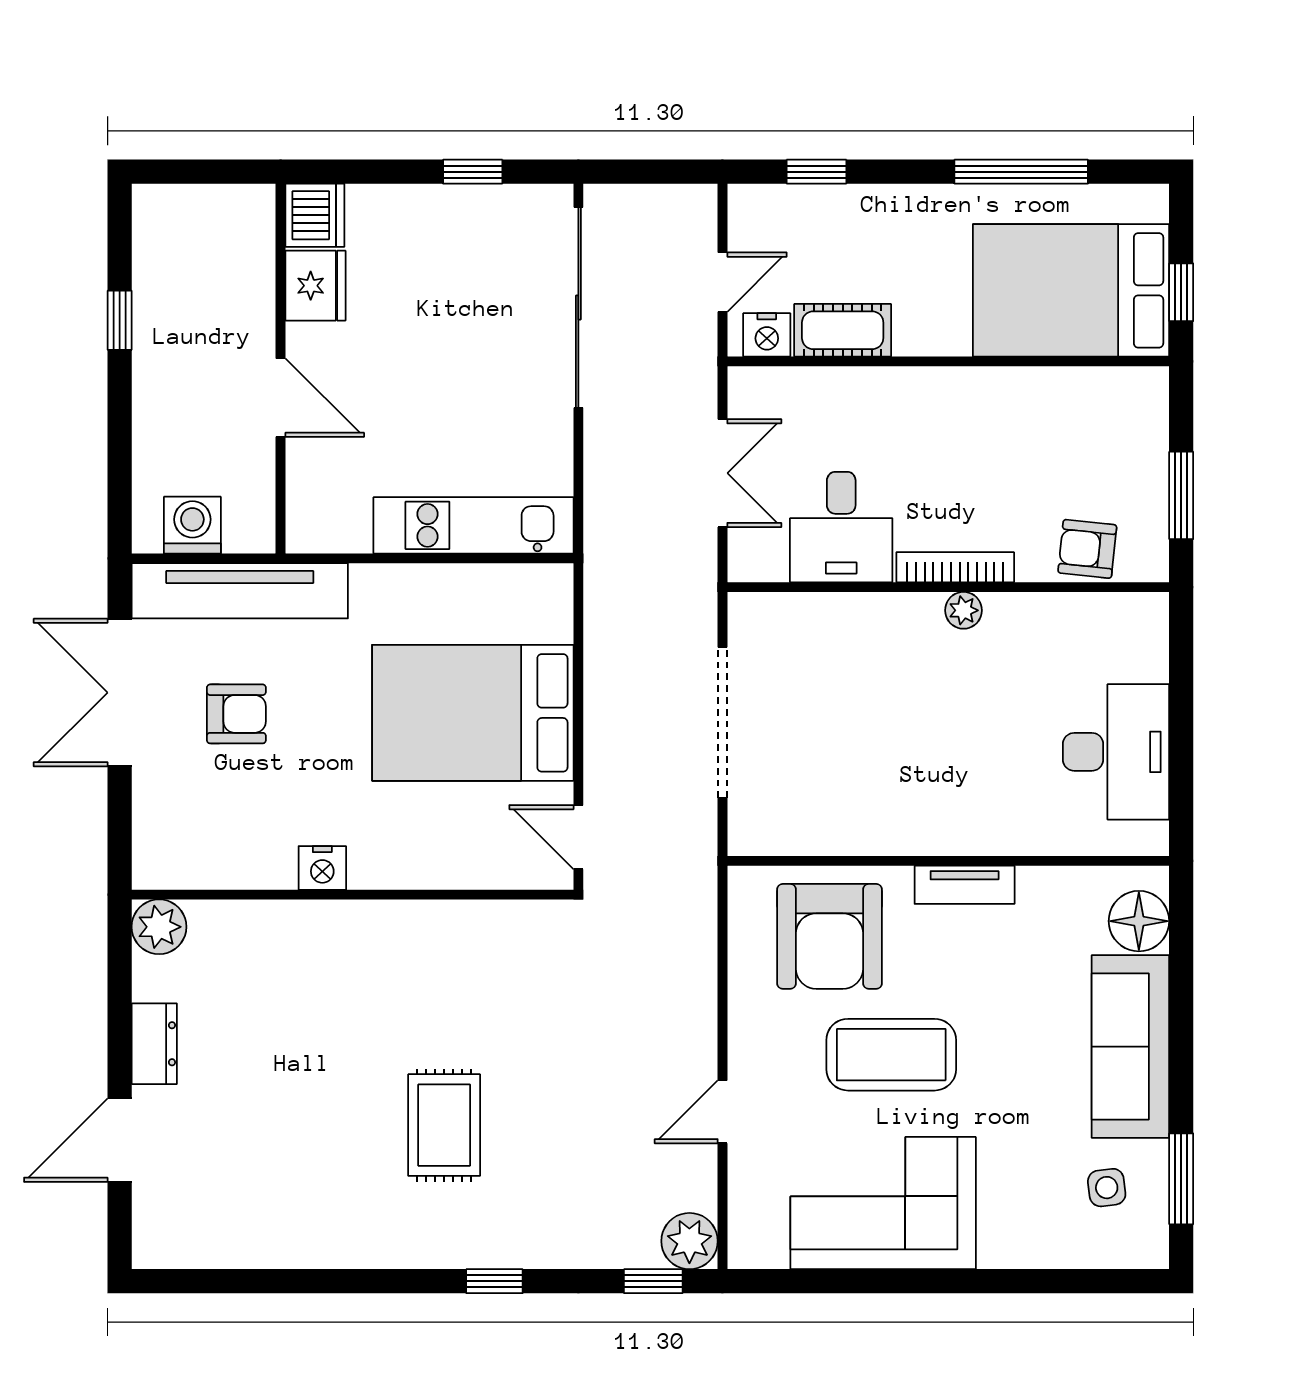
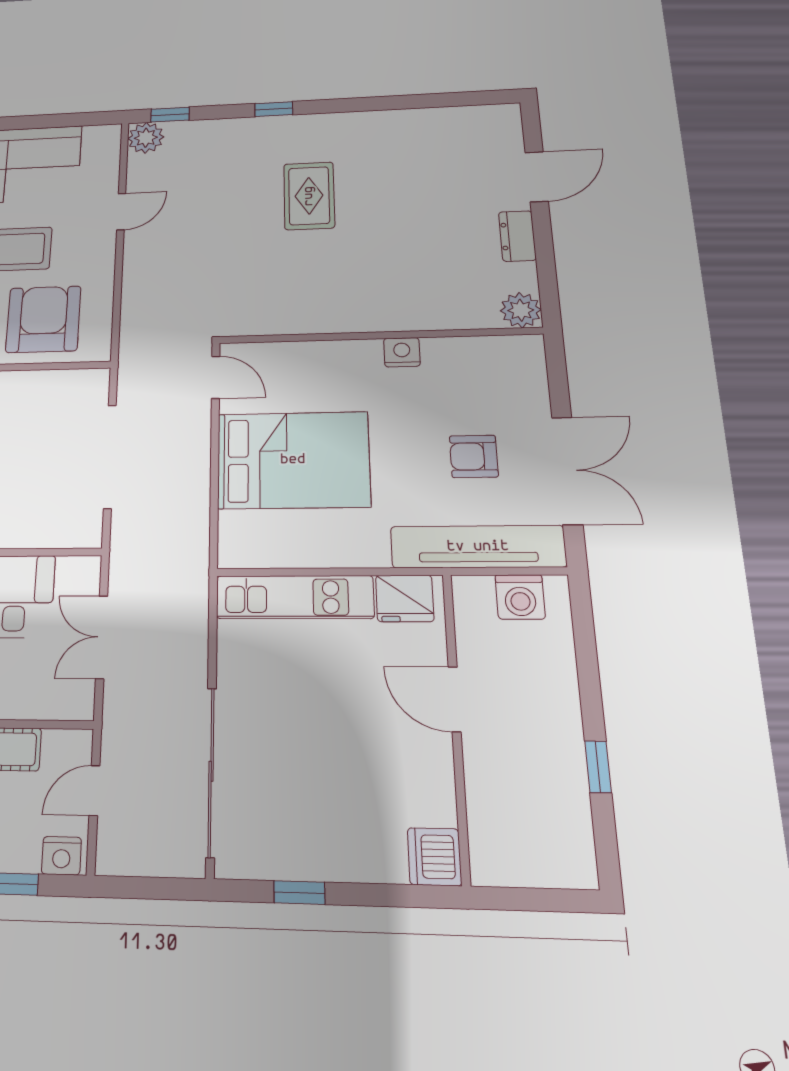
fridge: (315, 286) -> (405, 598), moved, turned -90
nightstand: (767, 335) -> (61, 856), moved, turned 180

